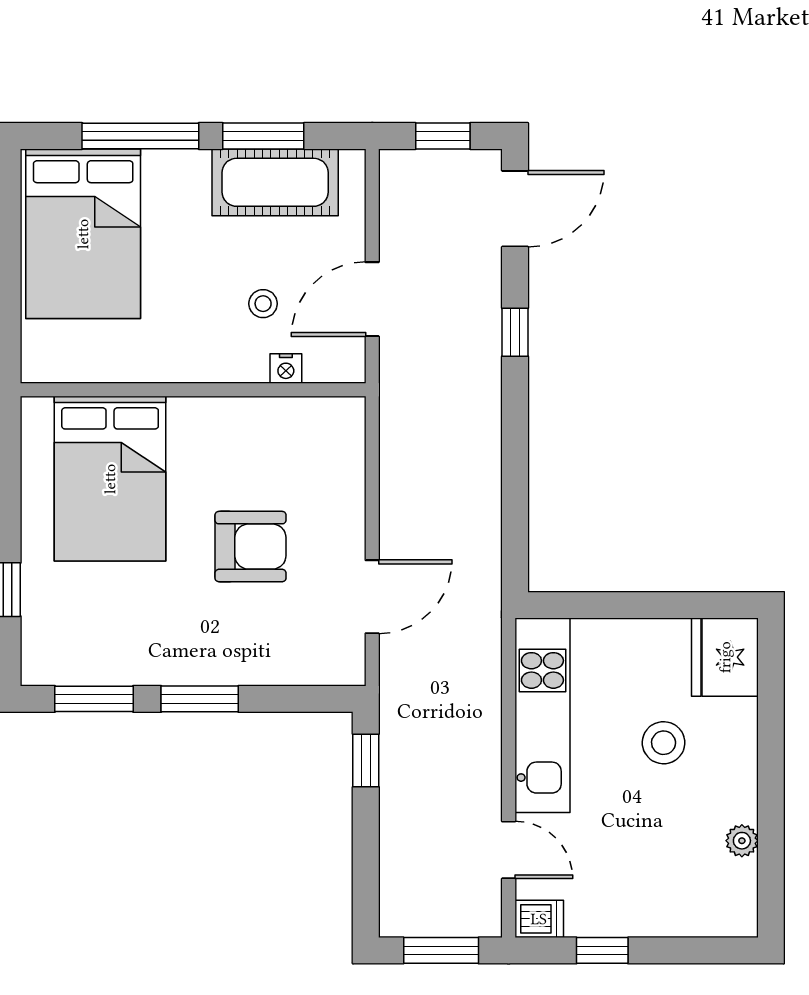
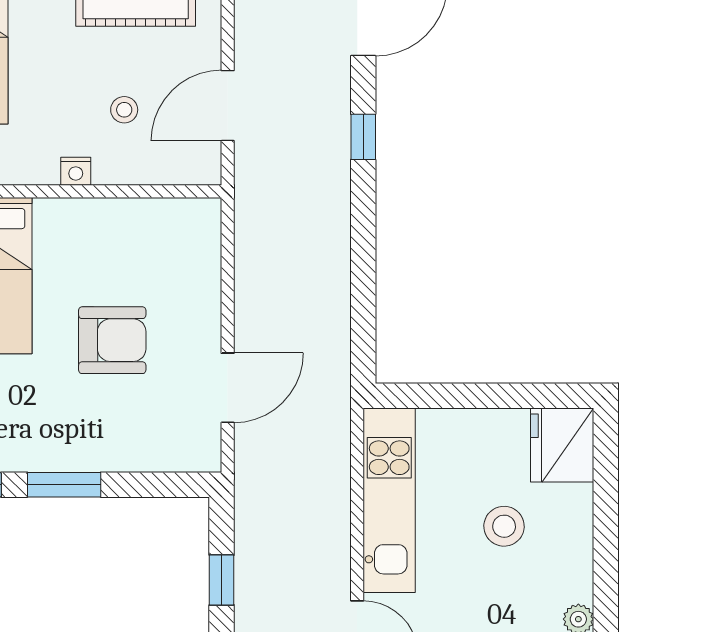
nightstand: (286, 368) -> (76, 171), moved
window: (366, 760) -> (222, 580), moved

